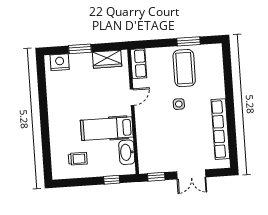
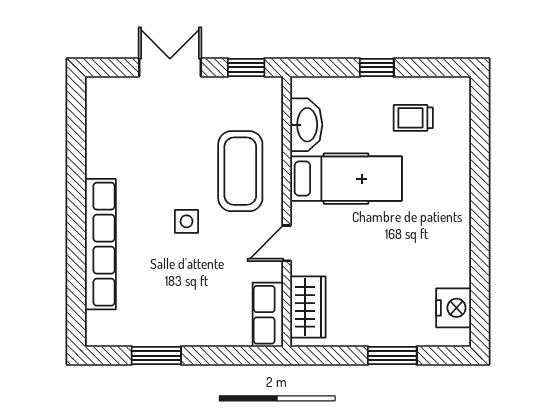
wardrobe: (107, 59) -> (308, 307), moved, turned 90
nightstand: (60, 62) -> (454, 308), moved, turned -90
coffee table: (184, 68) -> (240, 171), moved
row of seats: (220, 129) -> (100, 244), moved
window: (112, 180) -> (377, 67), moved

